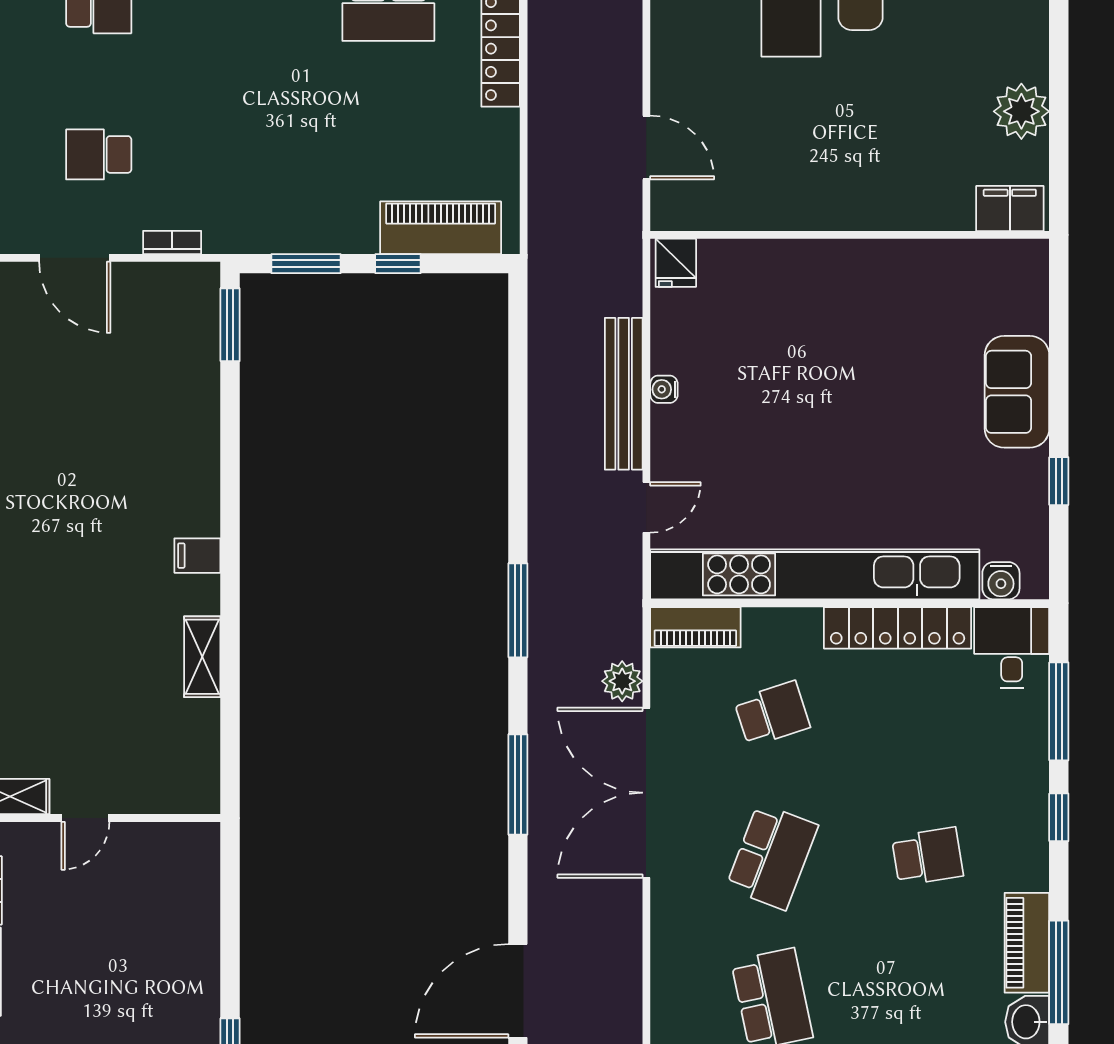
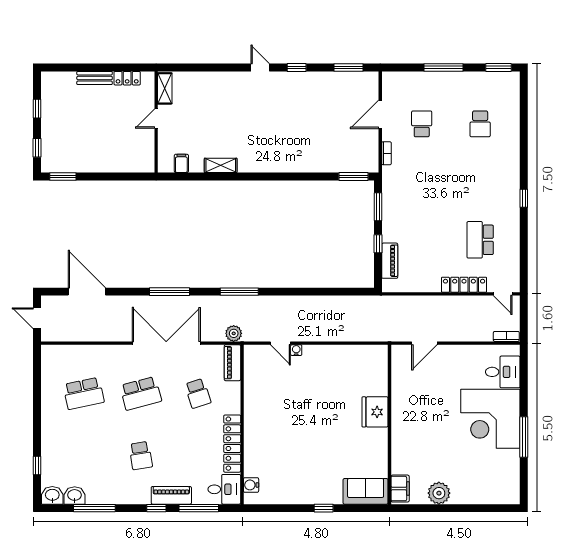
piano: (441, 228) -> (390, 261), width x0.73, depth x0.75
fridge: (676, 263) -> (375, 412), moved, width x1.88, depth x1.34
water cooler: (664, 389) -> (296, 350), moved
sofa: (1017, 392) -> (366, 491), moved
bench: (624, 394) -> (326, 334), removed
window: (1059, 481) -> (324, 508), moved
filing cabinet: (197, 556) -> (181, 163), moved
kitchen unit: (815, 574) -> (254, 410), removed
plant: (622, 681) -> (234, 333), moved
door: (85, 818) -> (156, 119), hinge flipped
school desk: (772, 856) -> (141, 393), turned -36
piano: (1027, 943) -> (171, 495), moved

